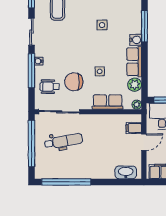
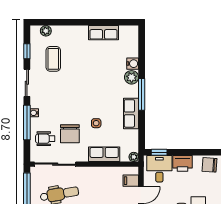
side table: (102, 25) -> (99, 76), removed
window: (144, 26) -> (142, 94), moved
water cooler: (136, 40) -> (133, 64), moved
chair: (74, 82) -> (70, 134), turned -90
plant: (135, 85) -> (132, 77), moved

